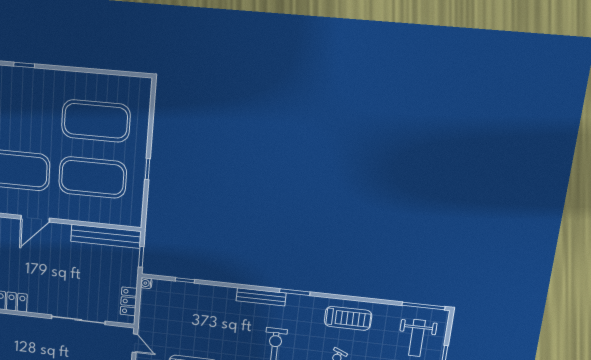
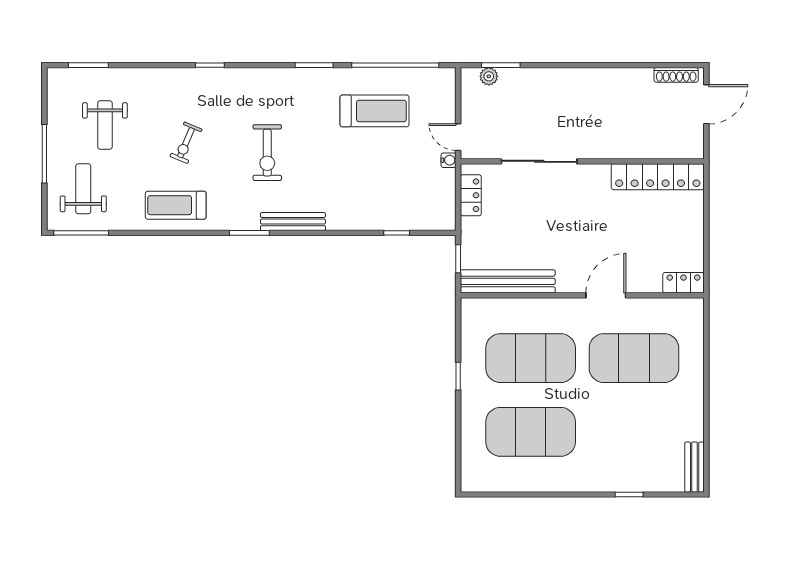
water cooler: (146, 283) -> (449, 160), moved

